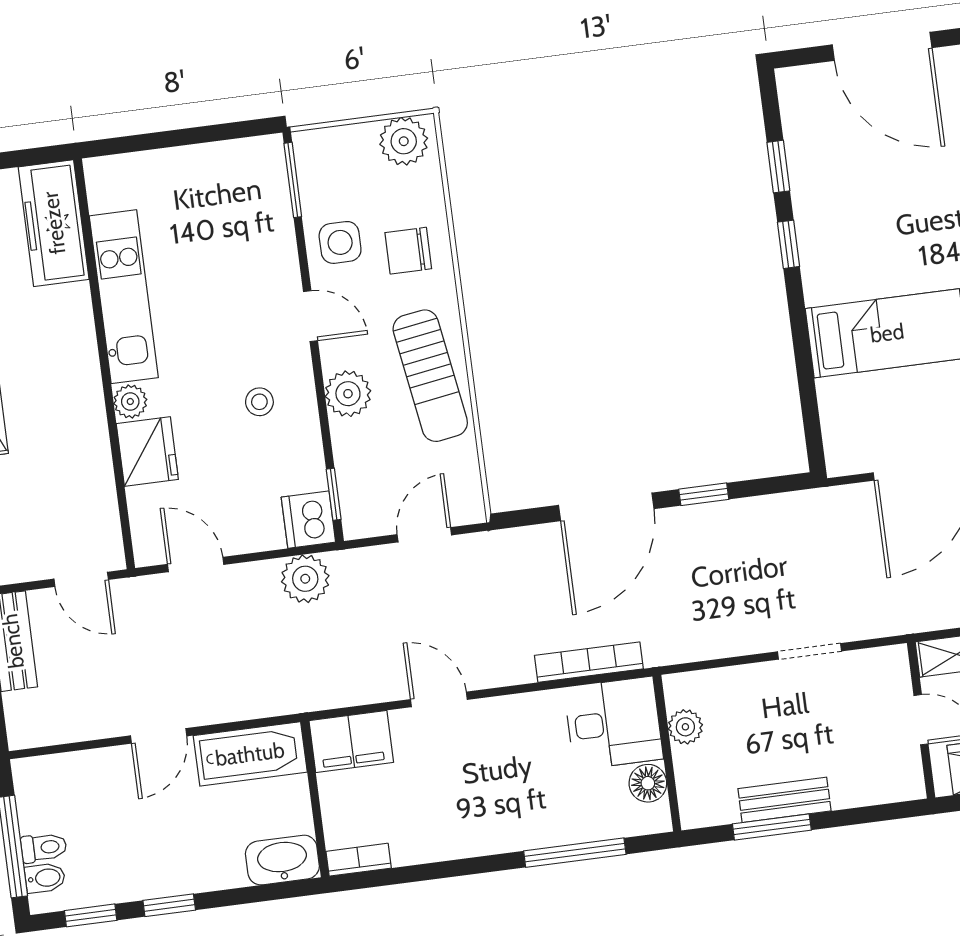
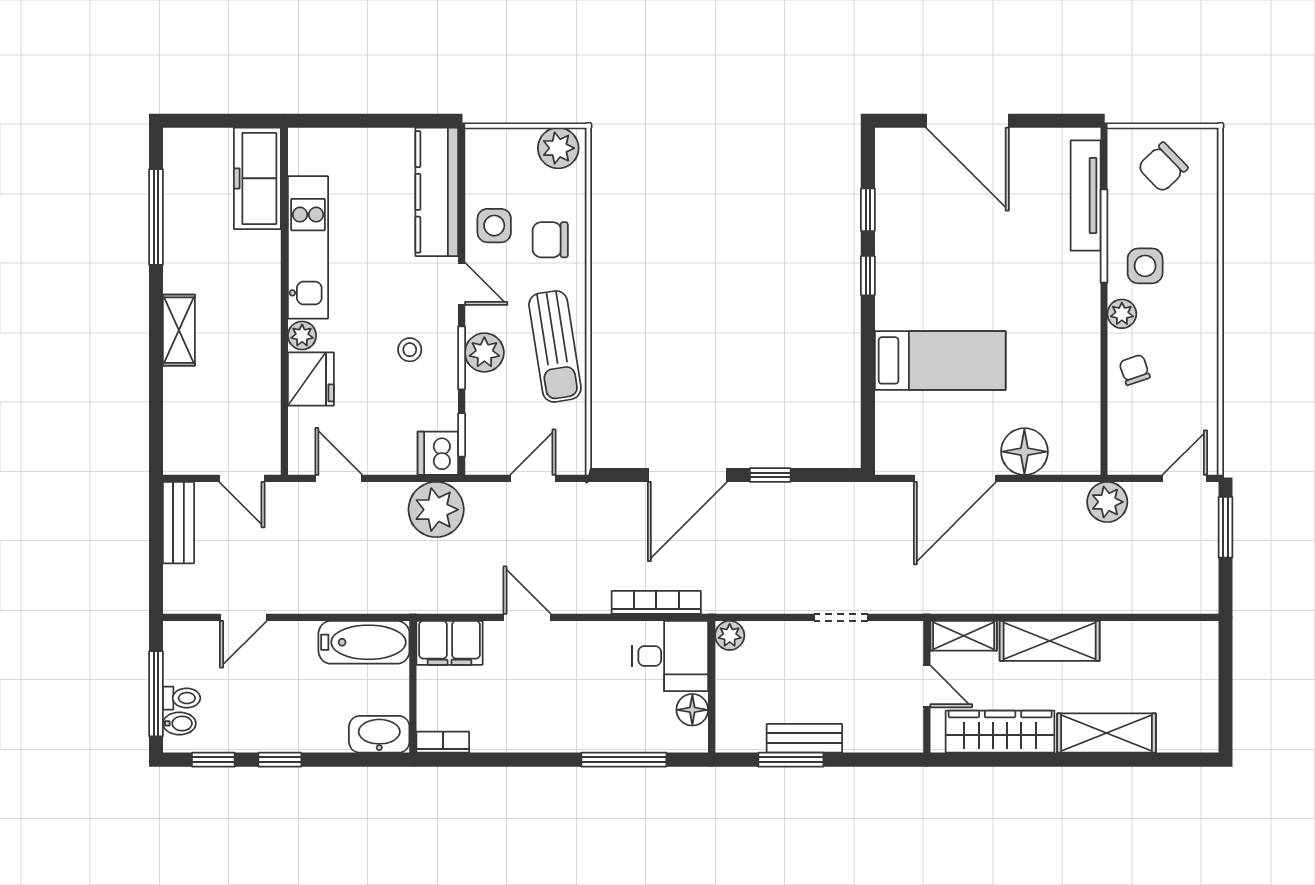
window: (293, 180) -> (462, 358), moved
kitchen counter: (267, 212) -> (437, 192), added
plant: (305, 579) -> (436, 510), width x1.36, depth x1.36
plant: (685, 727) -> (730, 635), moved
door: (159, 736) -> (243, 617), moved

